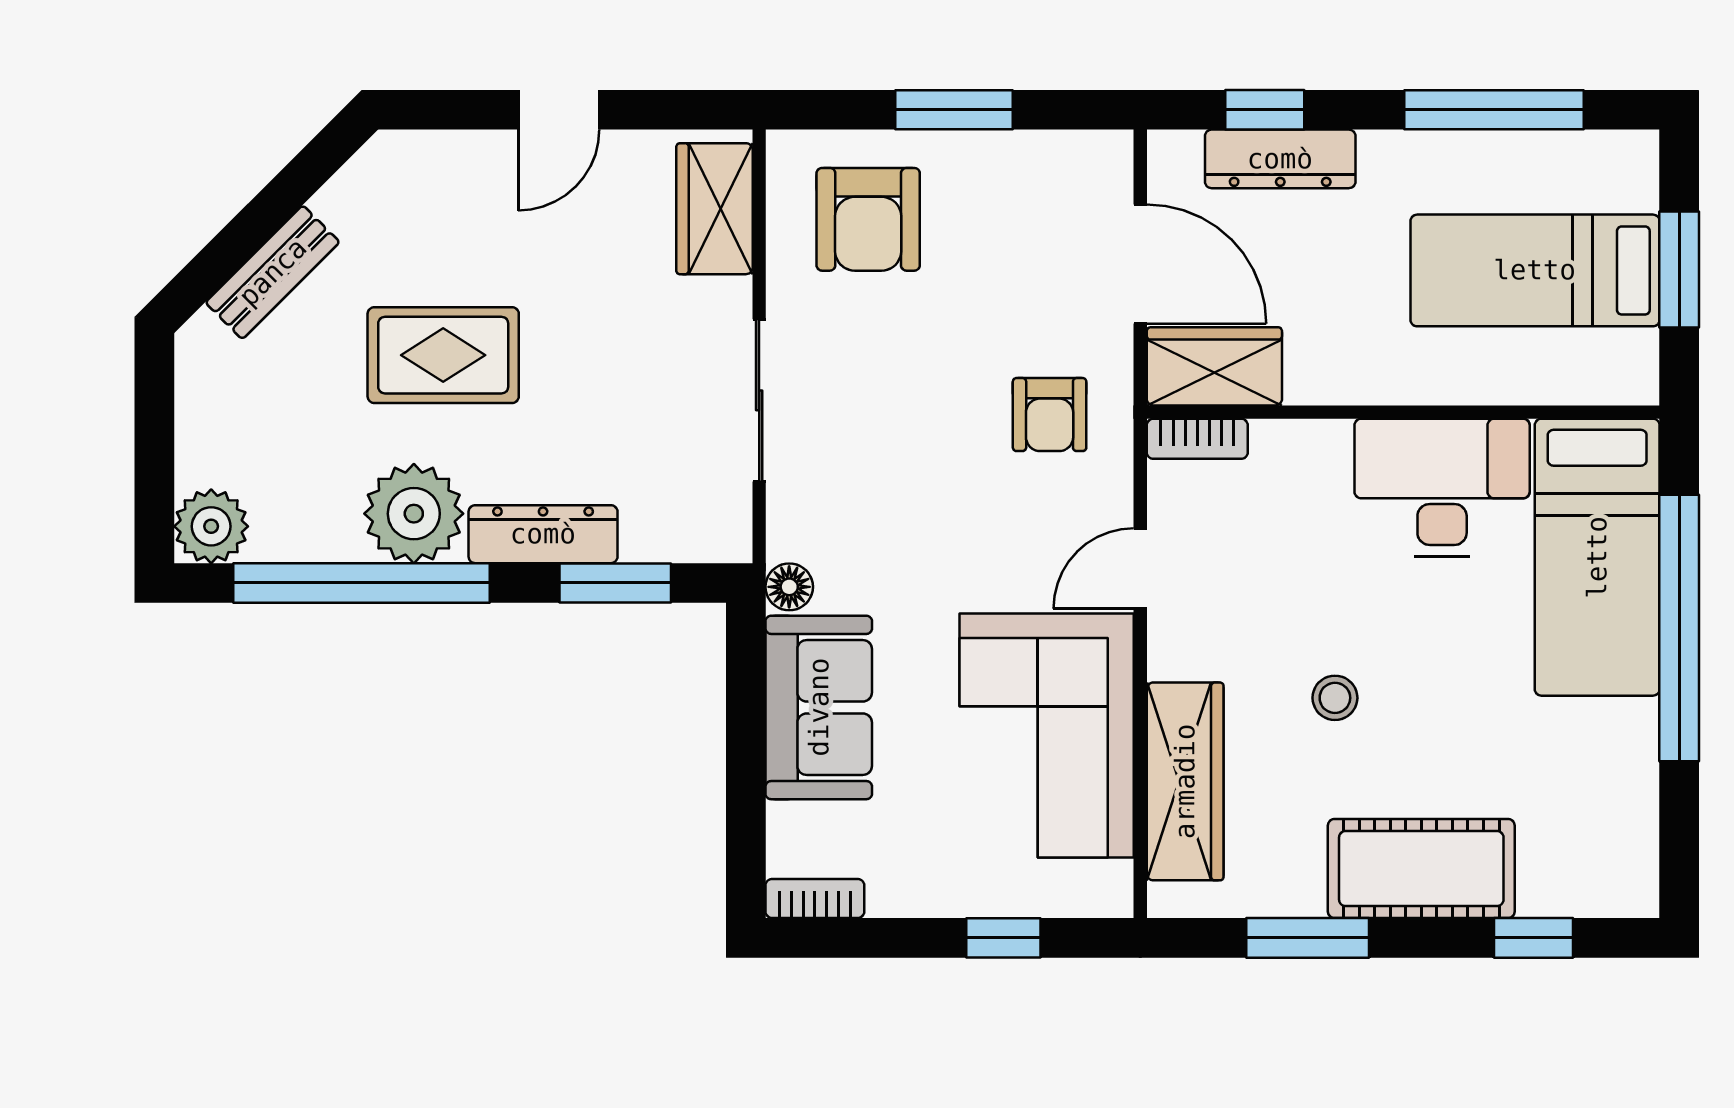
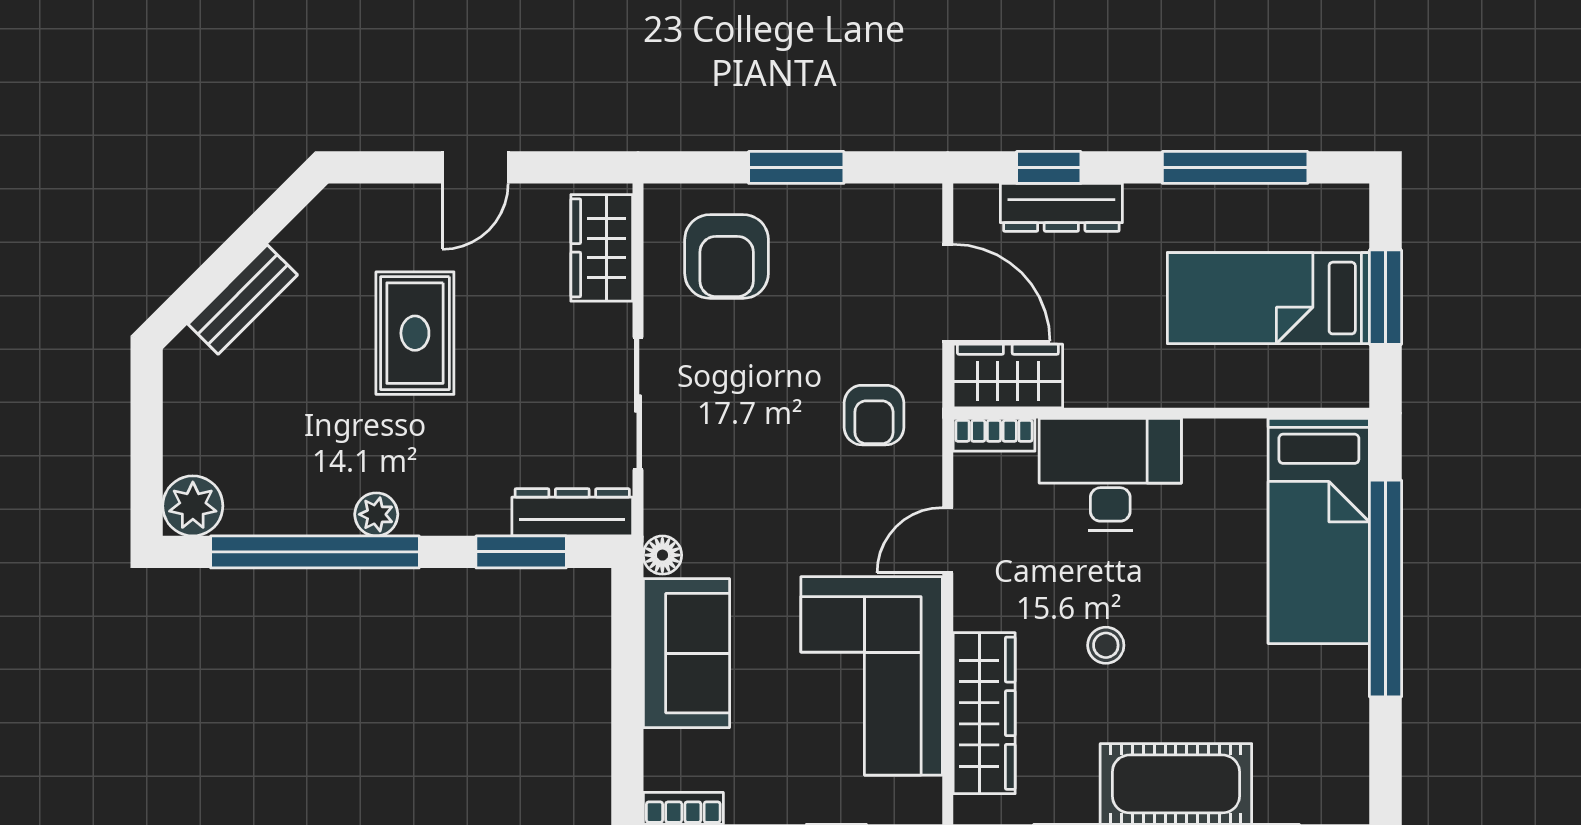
rug: (443, 355) -> (415, 333), moved, turned 90
desk: (1442, 487) -> (1110, 474), moved
plant: (414, 514) -> (376, 514), width x0.53, depth x0.53
dresser: (543, 534) -> (572, 512), moved

